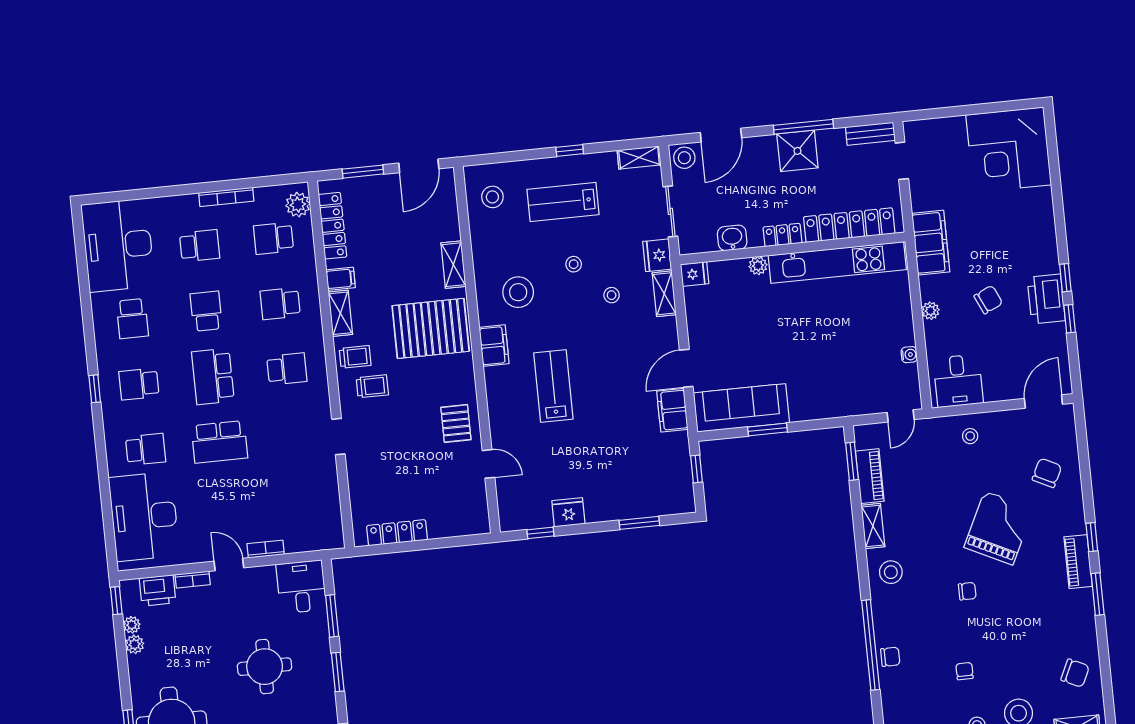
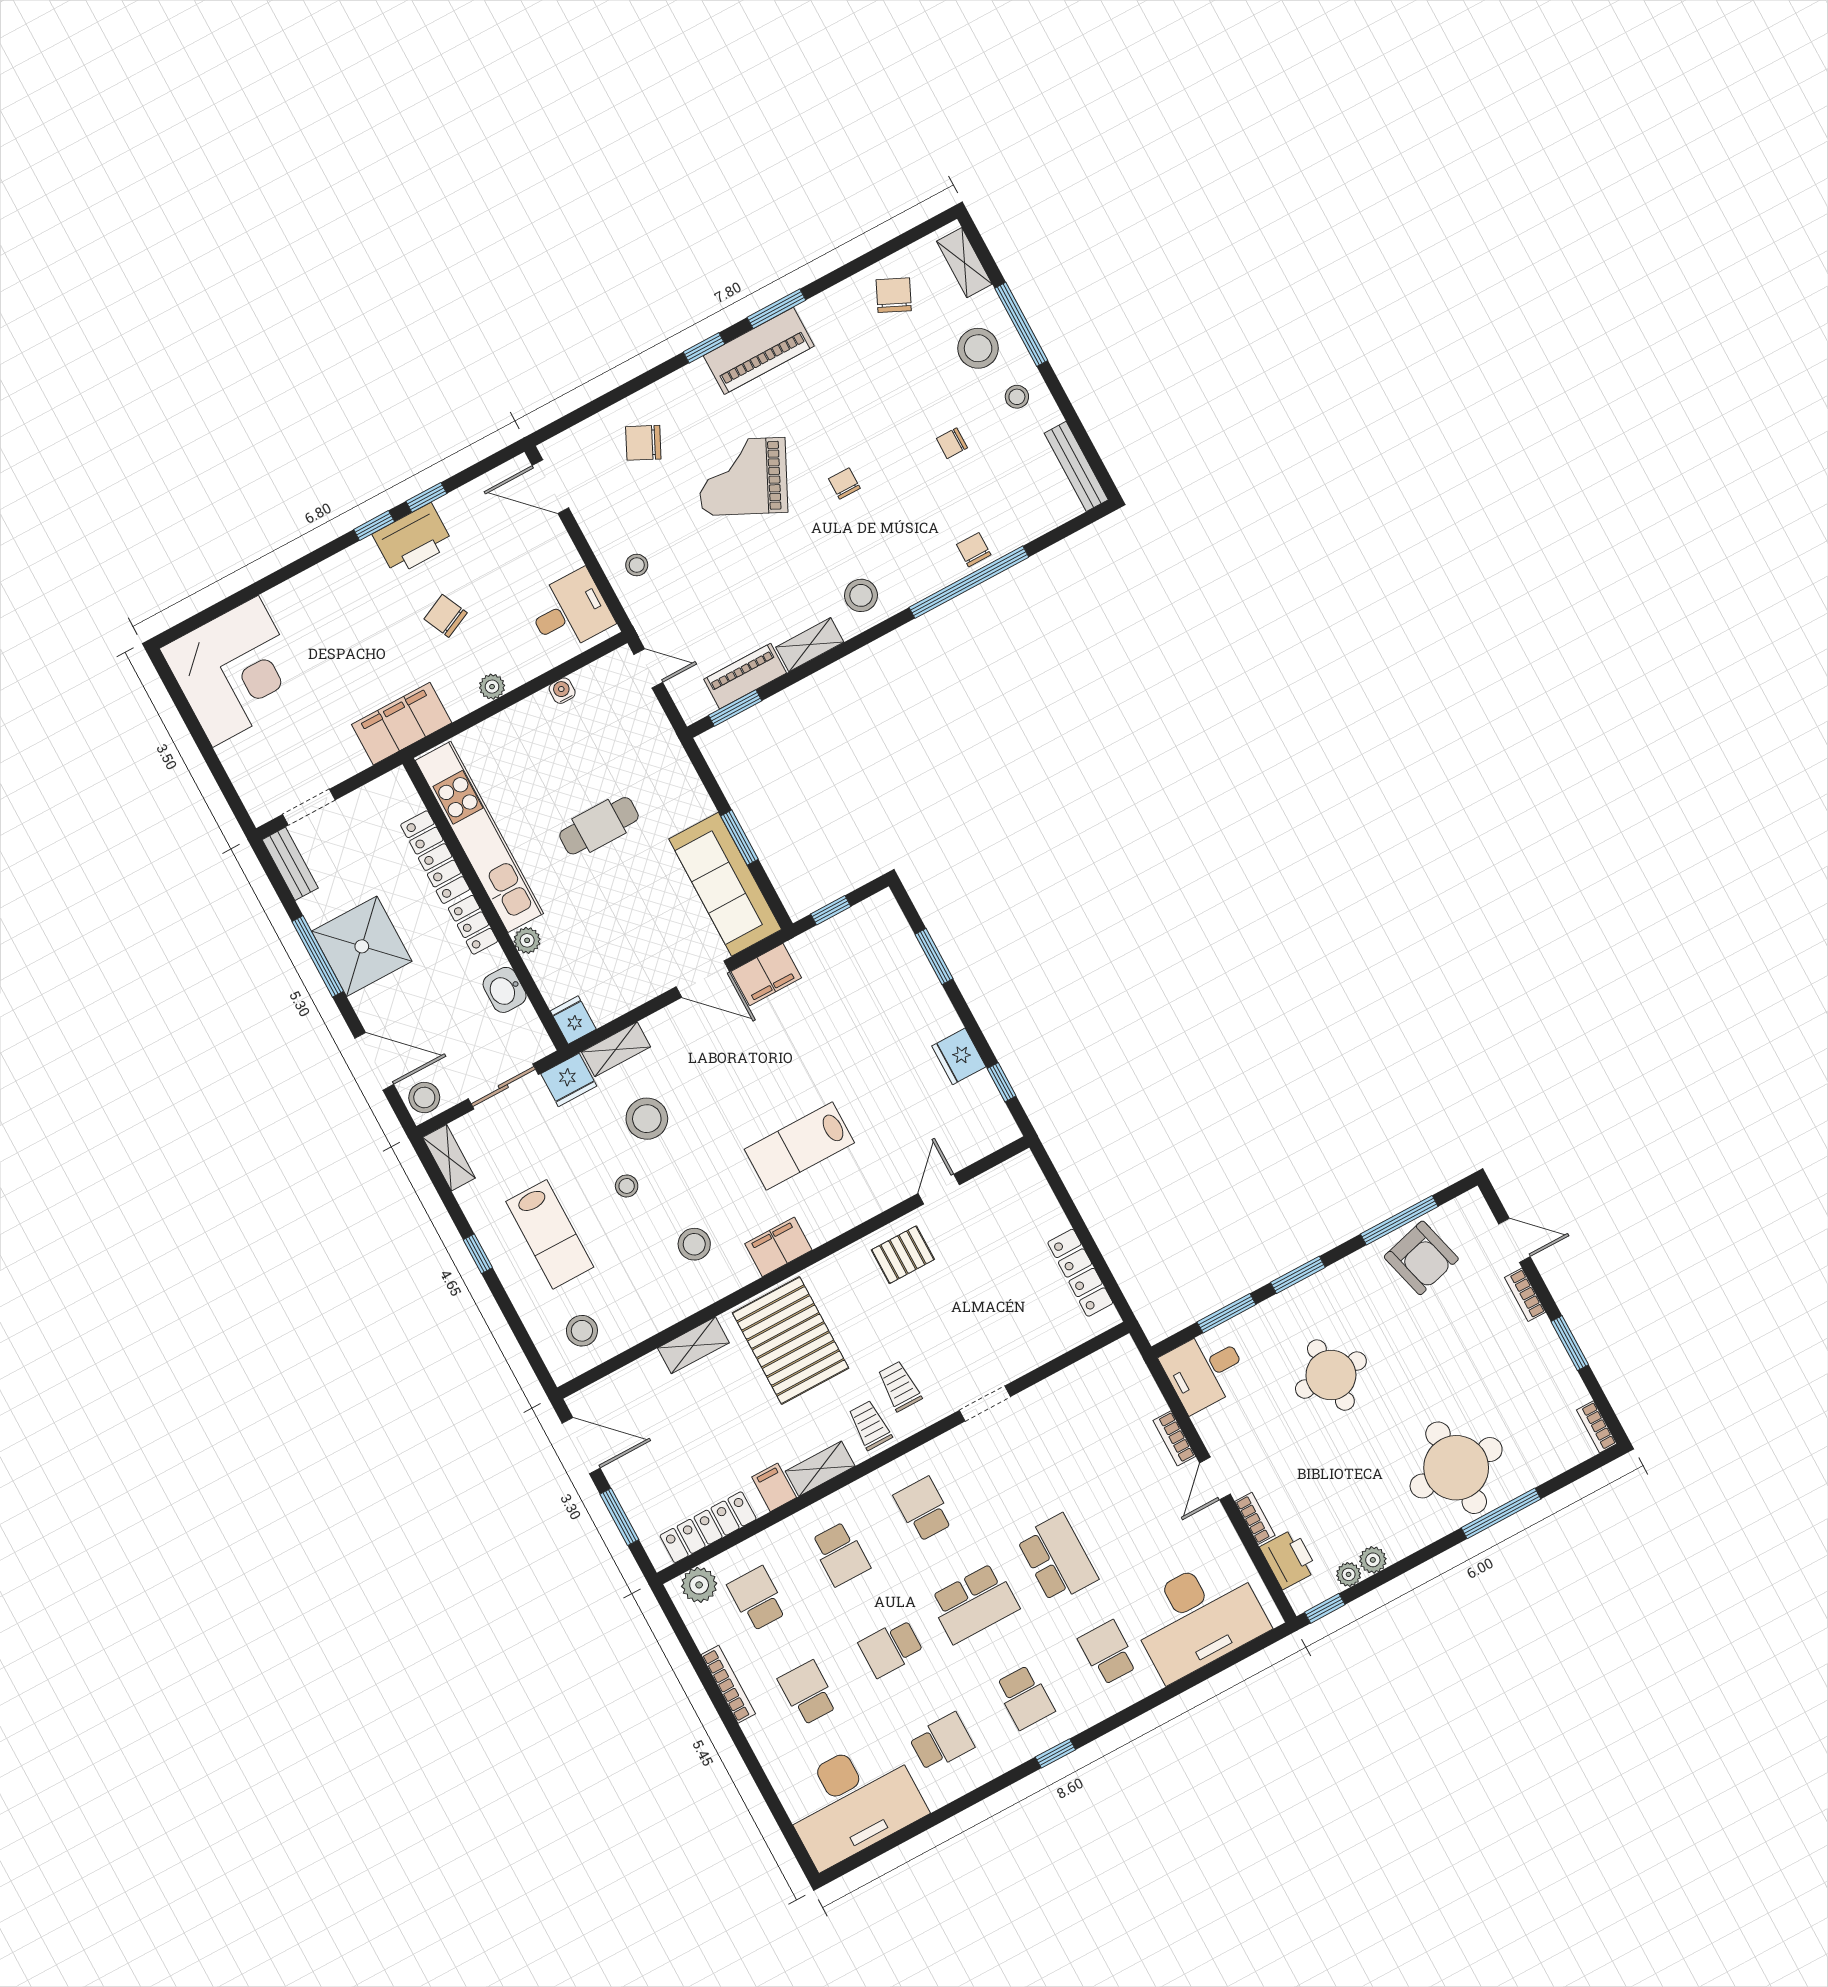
shower: (797, 151) -> (362, 946), width x1.37, depth x1.37
locker: (849, 225) -> (435, 857), width x0.71, depth x0.83
school desk: (274, 238) -> (757, 1599), turned 180
stool: (518, 292) -> (694, 1244), width x0.73, depth x0.73
stool: (612, 295) -> (647, 1119), width x1.89, depth x1.89
cafe table: (812, 342) -> (599, 826), added
piano: (1078, 562) -> (759, 351), width x1.37, depth x1.33

